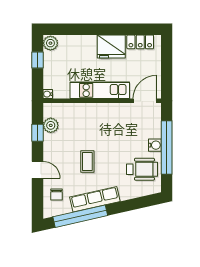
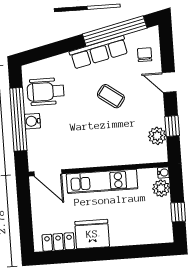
plant: (50, 43) -> (161, 188), moved
door: (145, 101) -> (48, 173), hinge flipped
coffee table: (87, 162) -> (111, 96), turned -54

